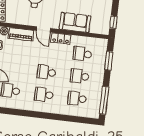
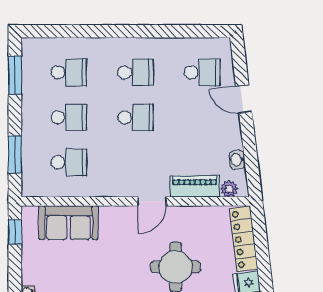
sofa: (75, 22) -> (68, 223), moved
door: (43, 29) -> (152, 201), swing flipped
locker: (61, 38) -> (115, 188), removed
window: (104, 100) -> (15, 75), width x0.69

